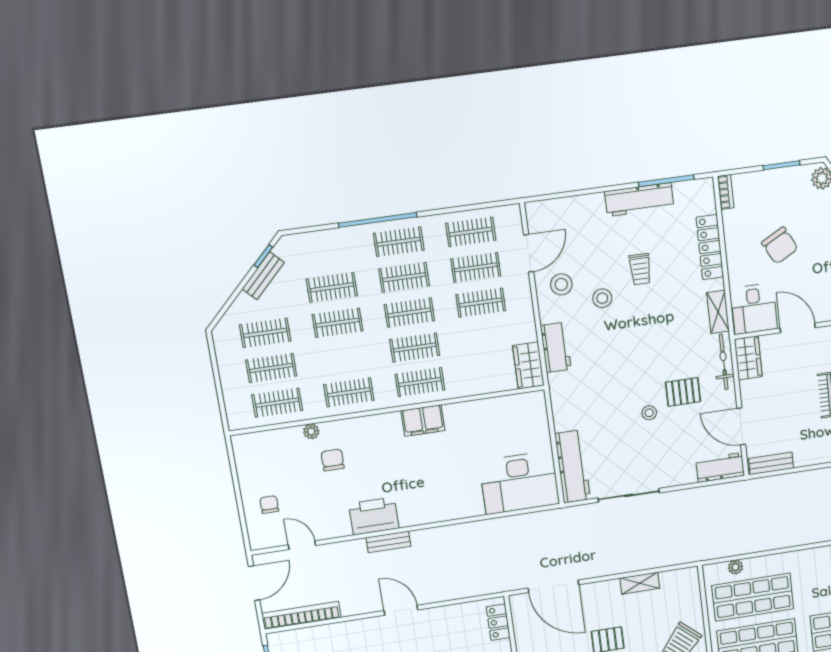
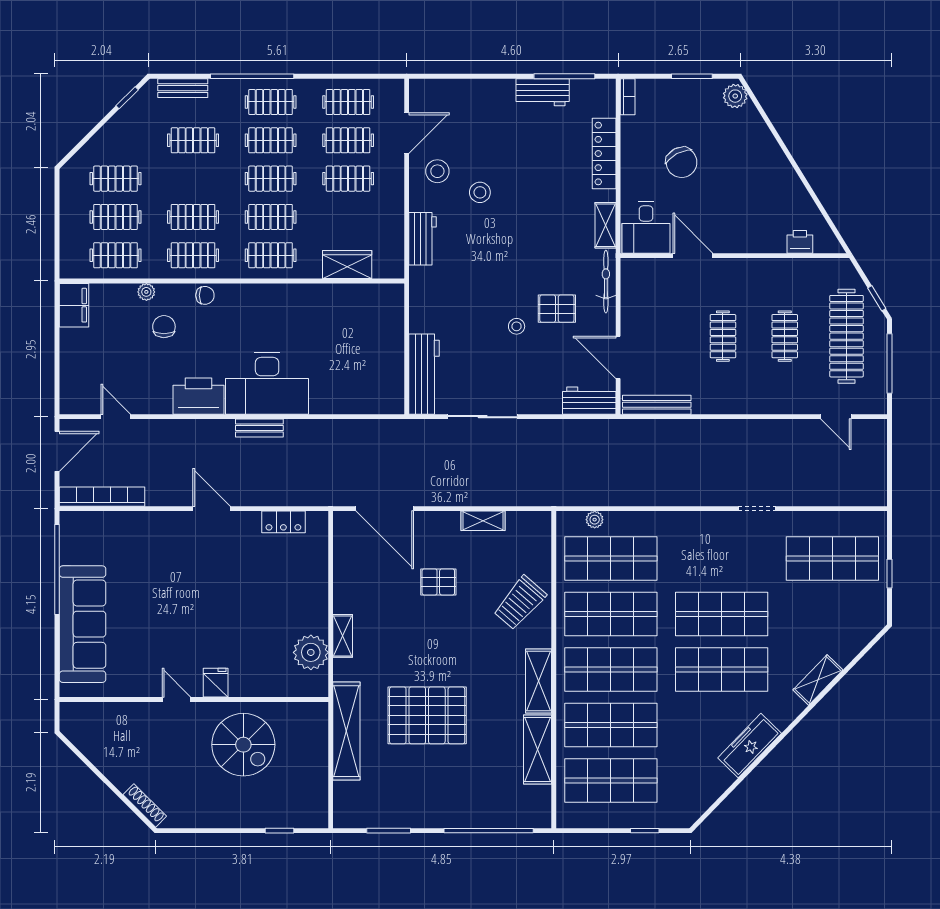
workbench: (639, 200) -> (543, 92), width x0.73
trolley: (640, 269) -> (525, 167), removed
bench: (263, 276) -> (183, 88), moved, turned 45
clothes rail: (338, 323) -> (193, 217), moved
wardrobe: (748, 358) -> (634, 281), removed
wardrobe: (528, 365) -> (347, 264), moved, turned 90
filing cabinet: (423, 421) -> (74, 305), moved, turned -90
bench: (771, 463) -> (657, 405), width x1.36
desk: (519, 483) -> (267, 383), moved
chair: (269, 505) -> (205, 295), moved, turned 90
bench: (388, 542) -> (259, 428), moved
locker: (498, 622) -> (283, 522), moved, turned -90

